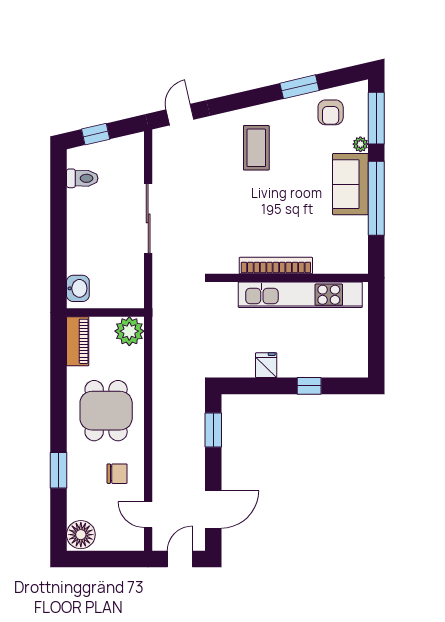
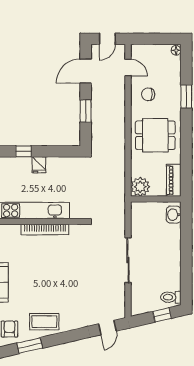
coffee table: (256, 148) -> (44, 322), moved, turned 90
toilet: (82, 178) -> (171, 297), moved
fridge: (266, 365) -> (39, 165), moved
dining table: (106, 411) -> (155, 135), turned 90
window: (213, 430) -> (86, 111), moved
floor lamp: (81, 535) -> (176, 50), width x0.53, depth x0.53

